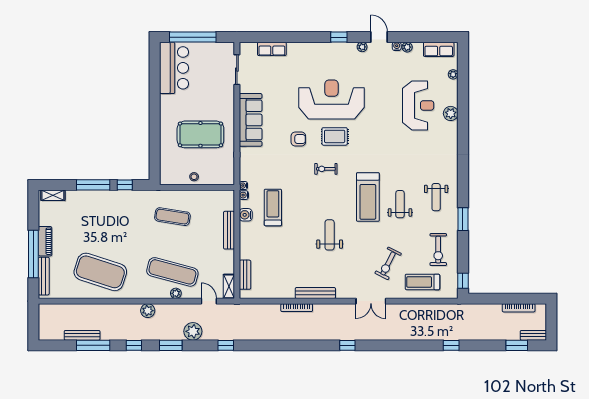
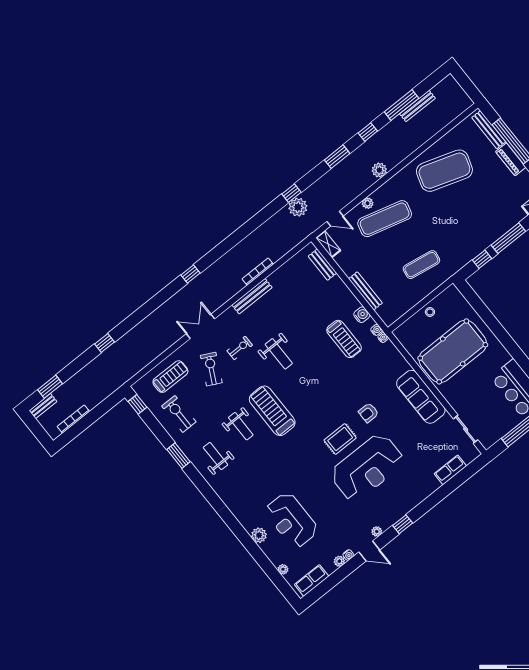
pool table: (200, 134) -> (453, 351), width x1.36, depth x1.32
exercise bike: (326, 169) -> (240, 348), moved
plant: (193, 331) -> (298, 207), moved

